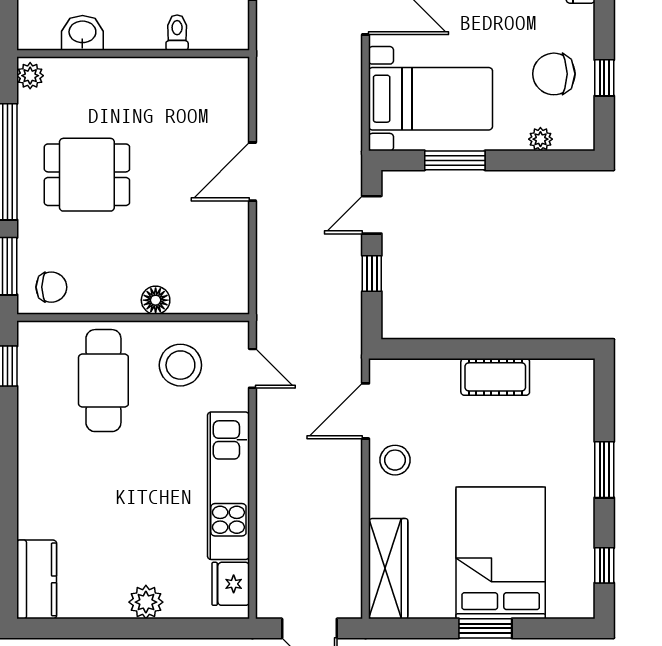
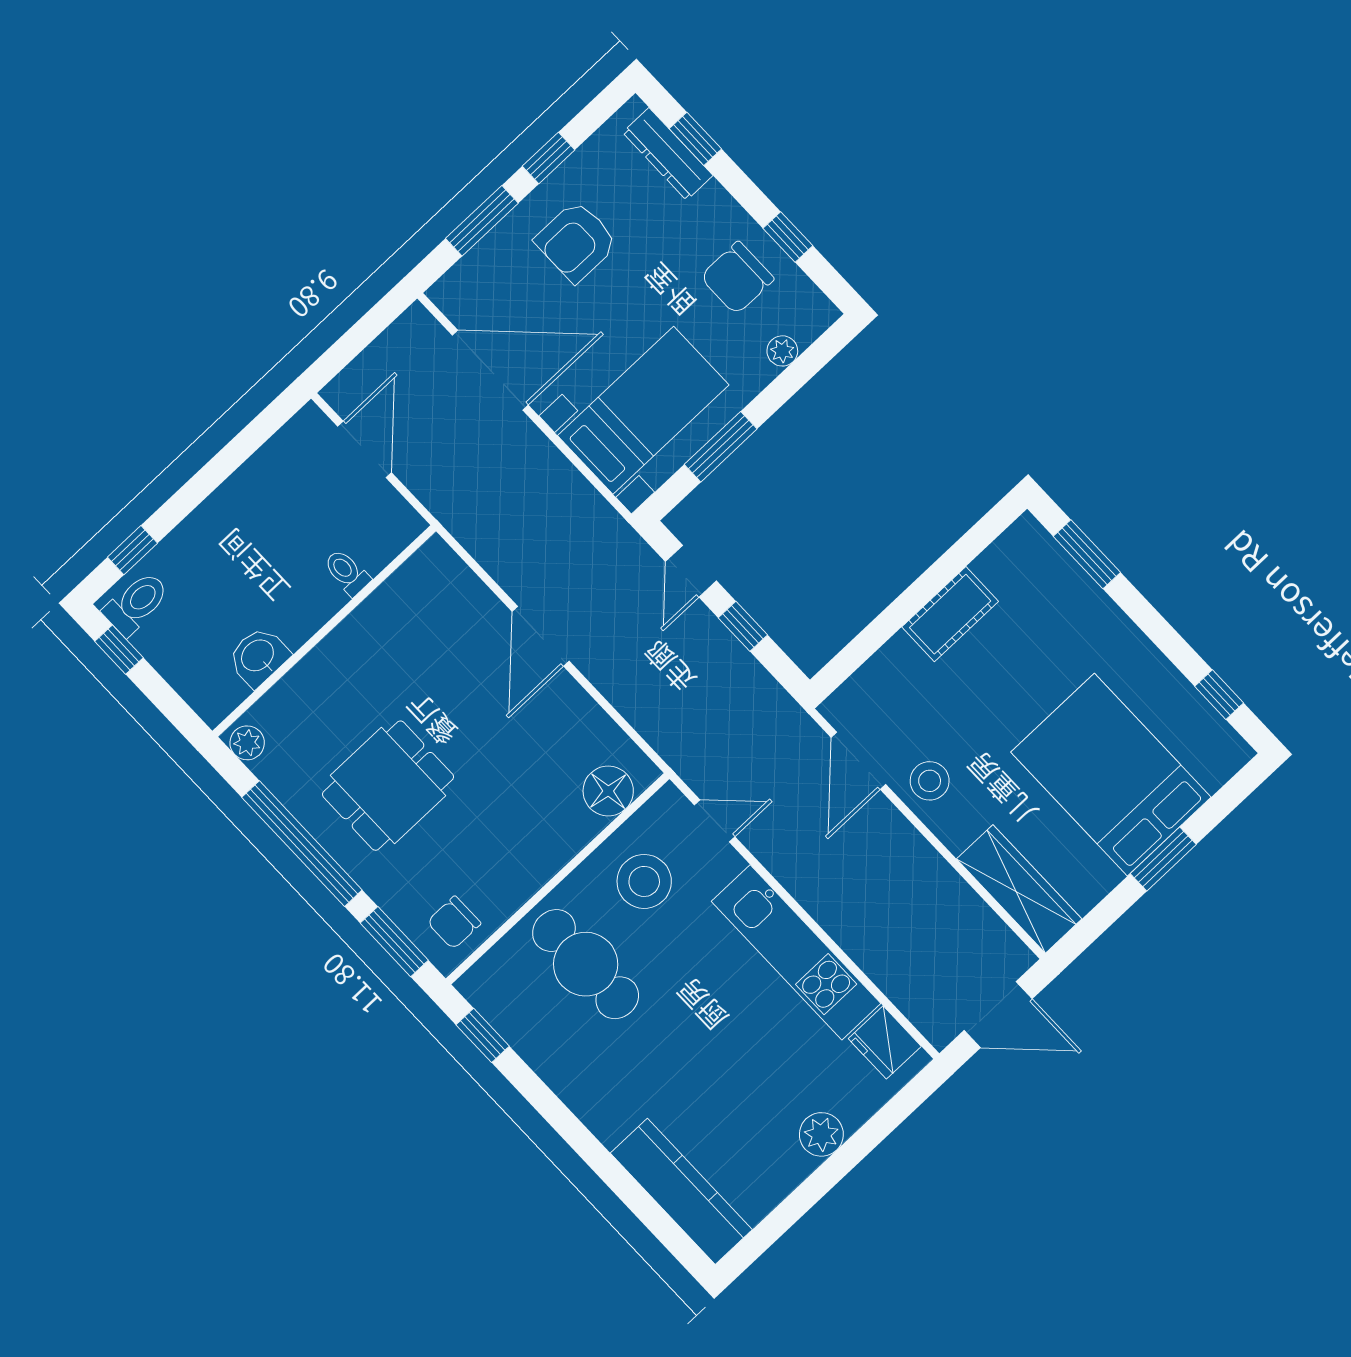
chair: (51, 287) -> (454, 923), turned 180
floor lamp: (156, 300) -> (608, 791), moved, width x1.38, depth x1.38
window: (604, 470) -> (1087, 554), moved
kitchen counter: (37, 579) -> (681, 1191), width x1.50

